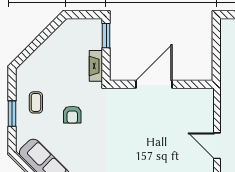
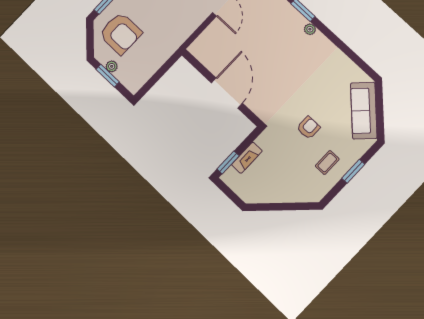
fireplace: (96, 66) -> (247, 158), moved
door: (154, 84) -> (227, 93), swing flipped

